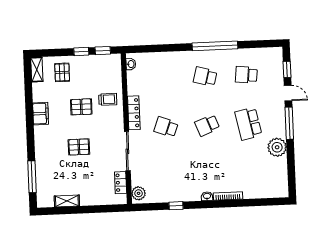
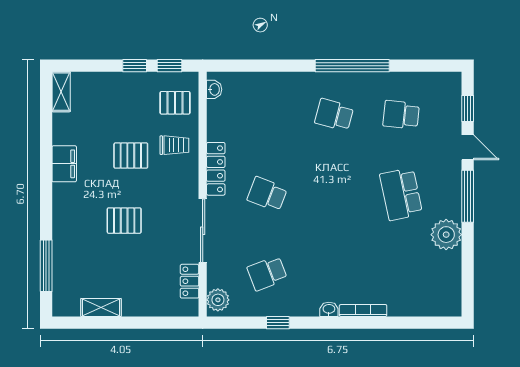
pallet: (62, 72) -> (175, 103), moved, turned 90
school desk: (207, 125) -> (267, 273), moved

